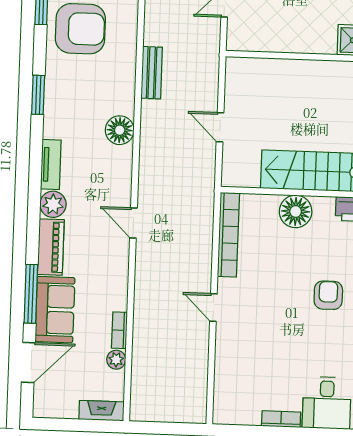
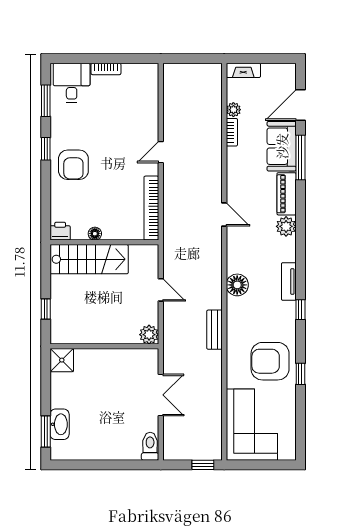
plant: (237, 69) -> (149, 335), added
window: (38, 95) -> (300, 310), width x0.67
tv unit: (51, 164) -> (289, 282), moved
floor lamp: (296, 211) -> (95, 234), width x0.53, depth x0.53
armchair: (328, 295) -> (73, 165), width x1.38, depth x1.38
door: (213, 308) -> (161, 152), swing flipped

